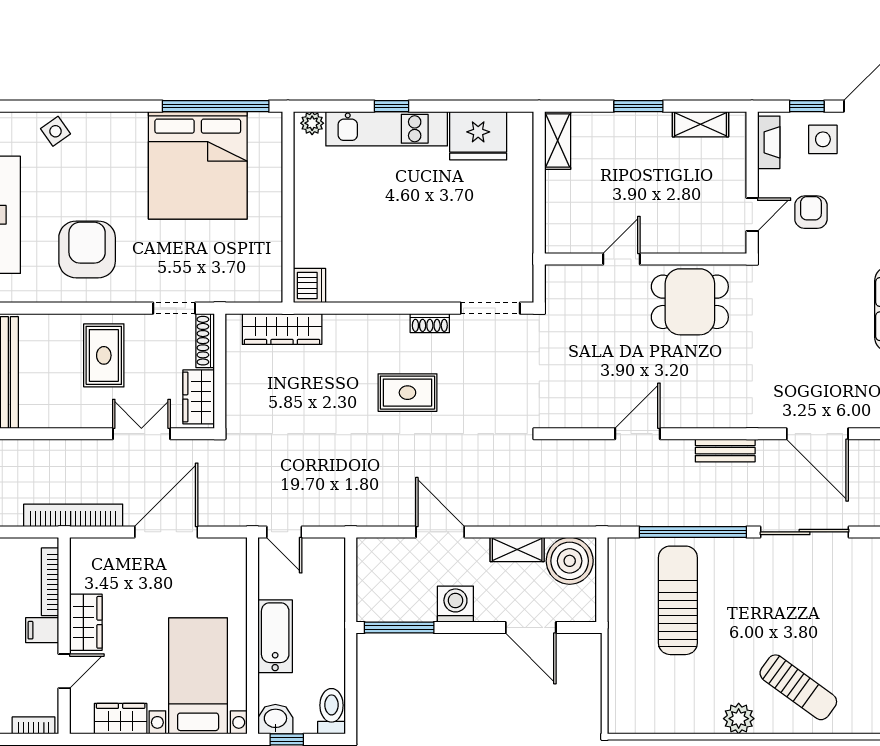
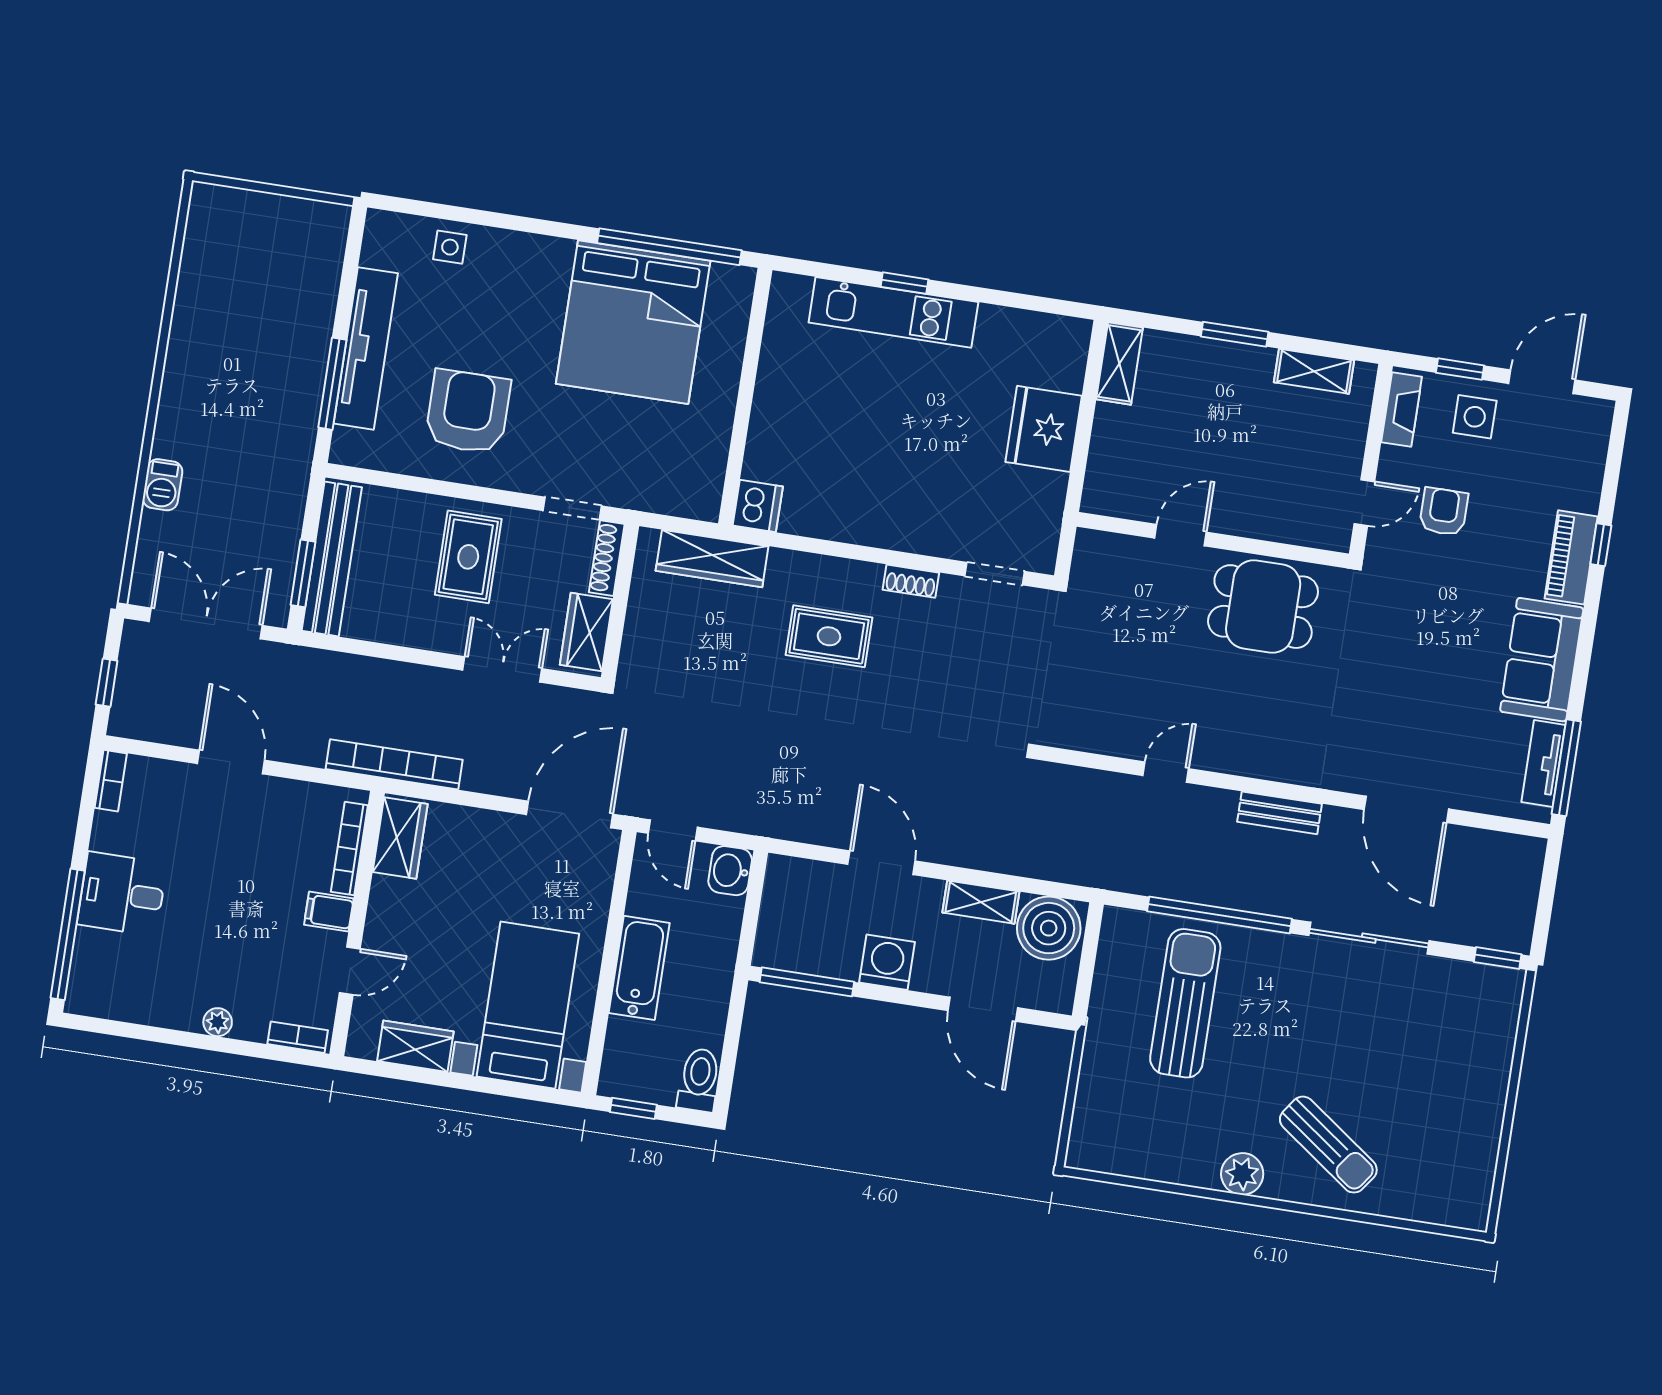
plant: (312, 123) -> (795, 289), removed
side table: (55, 131) -> (450, 247), turned 35
fridge: (478, 136) -> (1044, 429), moved, turned 90
doorway: (490, 308) -> (995, 574), width x0.73
rug: (407, 393) -> (829, 636), moved
door: (638, 434) -> (1166, 772), width x0.73
door: (166, 532) -> (570, 814), moved
wardrobe: (86, 622) -> (400, 838), moved
washbasin: (275, 719) -> (730, 871), moved, turned -90

